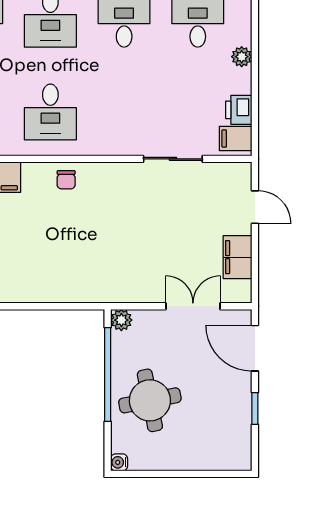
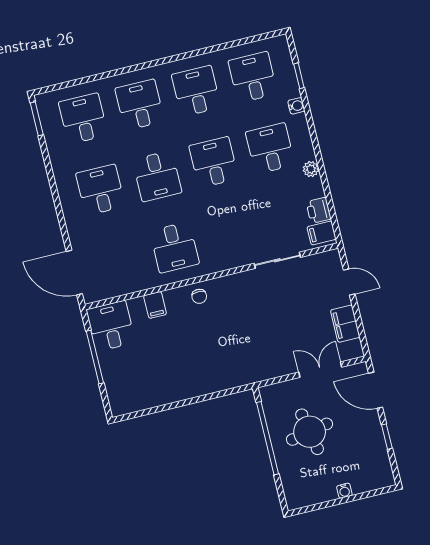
plant: (121, 320) -> (268, 394), removed
round table: (150, 400) -> (310, 432), moved
water cooler: (119, 462) -> (344, 491), moved, turned -90

